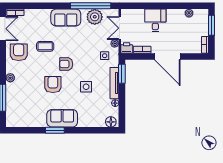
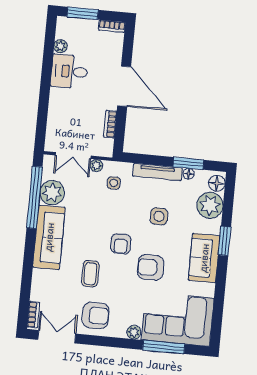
sofa: (66, 18) -> (49, 237), width x1.36
desk: (155, 20) -> (69, 71), moved
printer: (127, 48) -> (105, 148), removed
armchair: (19, 52) -> (96, 315), turned 180
door: (167, 56) -> (124, 86), hinge flipped
window: (122, 74) -> (188, 163), moved
corner sofa: (22, 105) -> (178, 319), added
plant: (96, 119) -> (210, 205), added
window: (55, 130) -> (225, 241), moved

